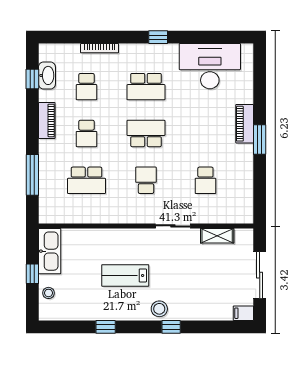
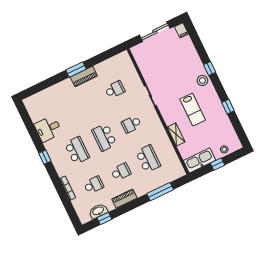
desk: (210, 66) -> (48, 129), width x0.53, depth x0.77
piano: (245, 124) -> (84, 76), moved
shelving: (217, 236) -> (176, 134), moved

